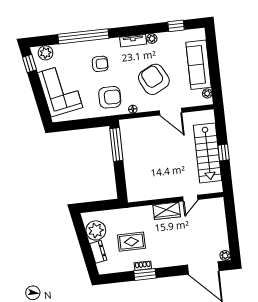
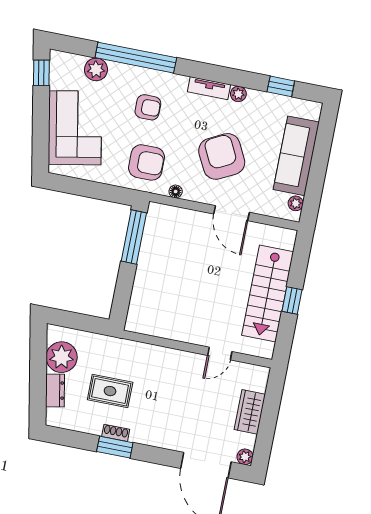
plant: (46, 53) -> (96, 69), moved
wardrobe: (167, 211) -> (250, 412), moved, turned 90

